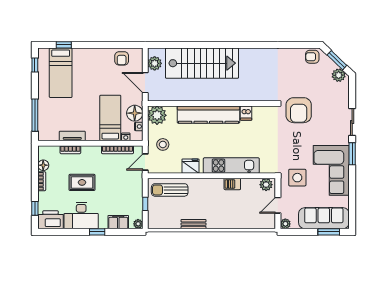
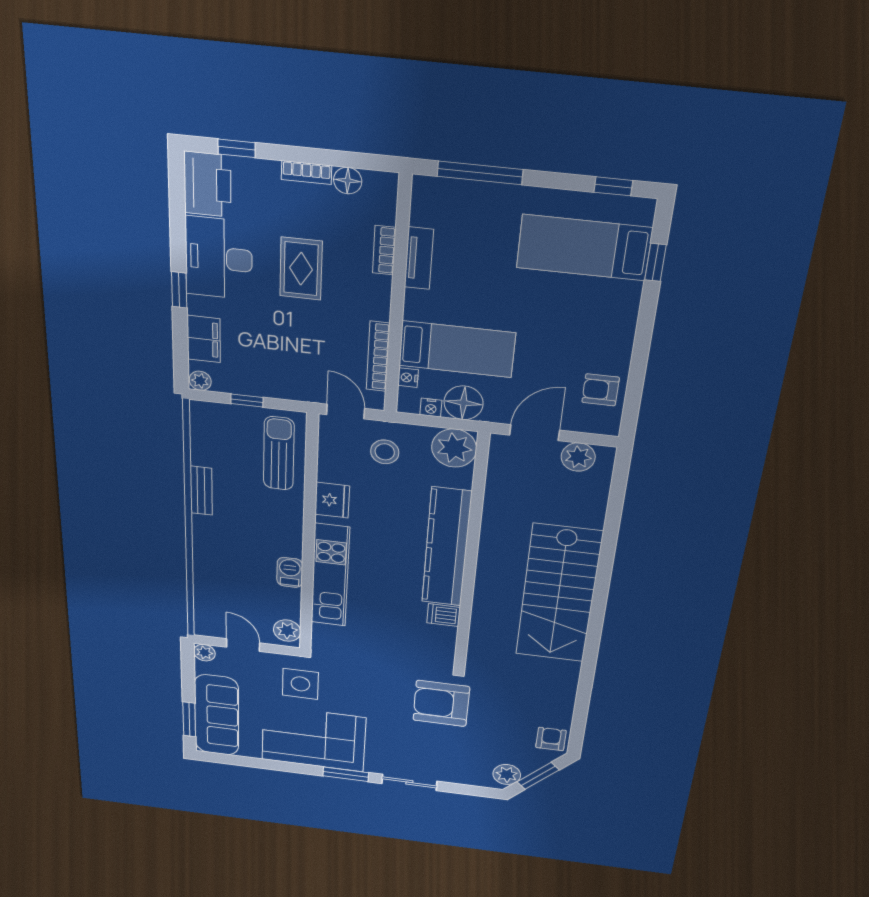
stairs: (202, 63) -> (559, 594), moved

